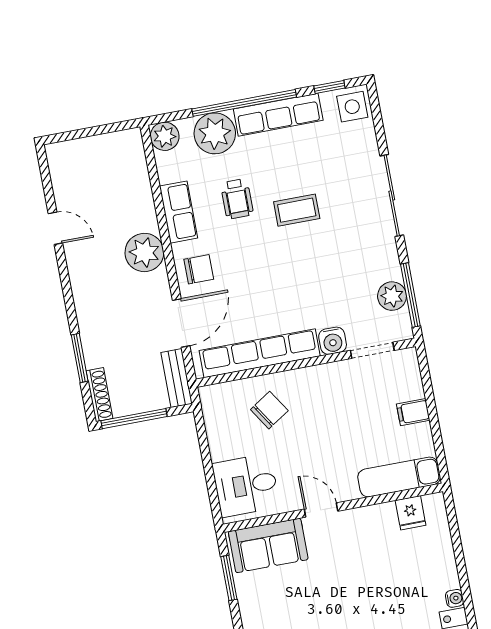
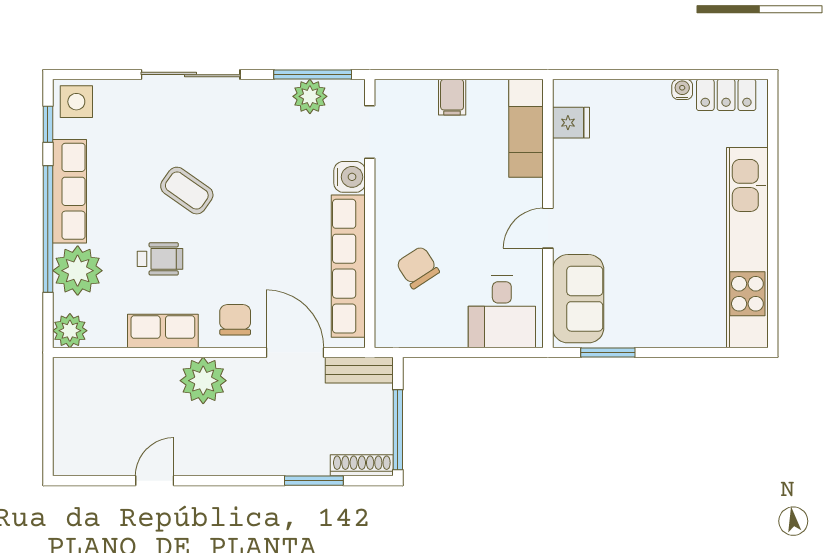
coffee table: (297, 210) -> (187, 191), turned -55

